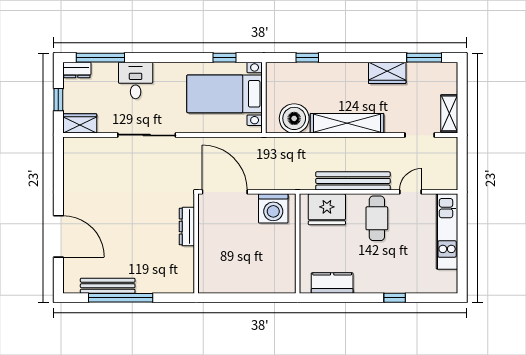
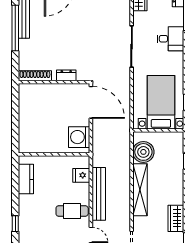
door: (225, 192) -> (91, 102), hinge flipped
fridge: (327, 209) -> (81, 175), width x0.53, depth x0.75
dresser: (187, 227) -> (66, 75), width x0.70
shoe rack: (187, 270) -> (35, 76), added

